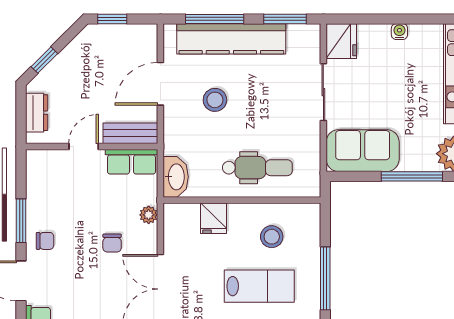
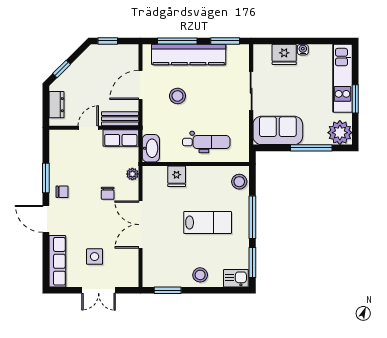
fridge: (341, 41) -> (284, 54), moved, turned 90
stool: (272, 237) -> (239, 182), moved

